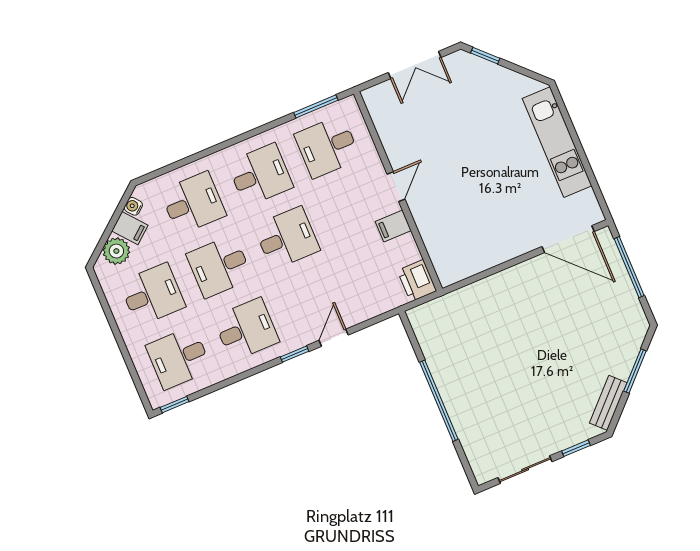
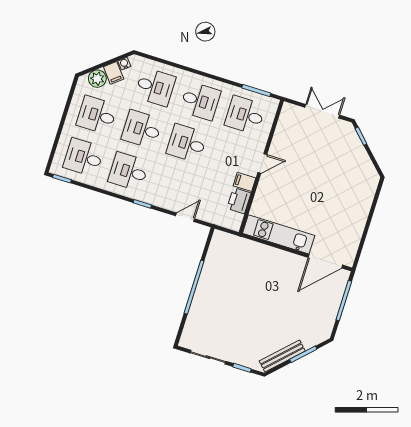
double door: (415, 65) -> (322, 111), swing flipped
kitchen unit: (557, 142) -> (279, 234), moved, turned 90
desk: (287, 238) -> (187, 143), turned 180
door: (568, 239) -> (325, 261), hinge flipped
printer: (417, 281) -> (239, 201), moved
desk: (152, 295) -> (97, 115), turned 180
desk: (246, 330) -> (129, 171), turned 180
door: (334, 338) -> (185, 217), moved
bench: (608, 403) -> (282, 356), width x1.36

